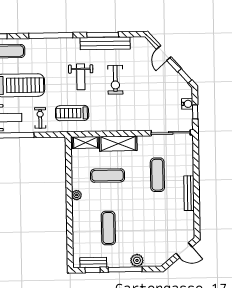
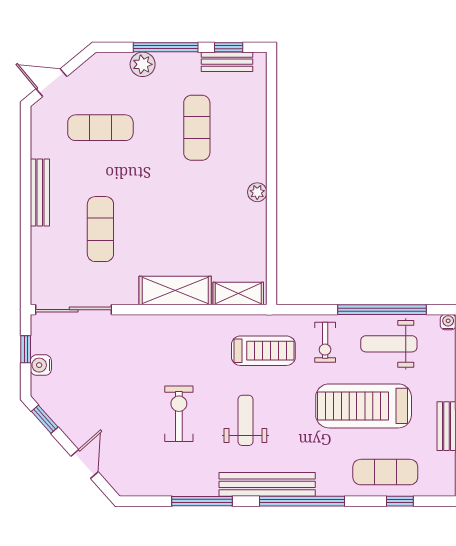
bench: (105, 43) -> (267, 484), moved
exercise mat: (108, 176) -> (100, 128), moved

